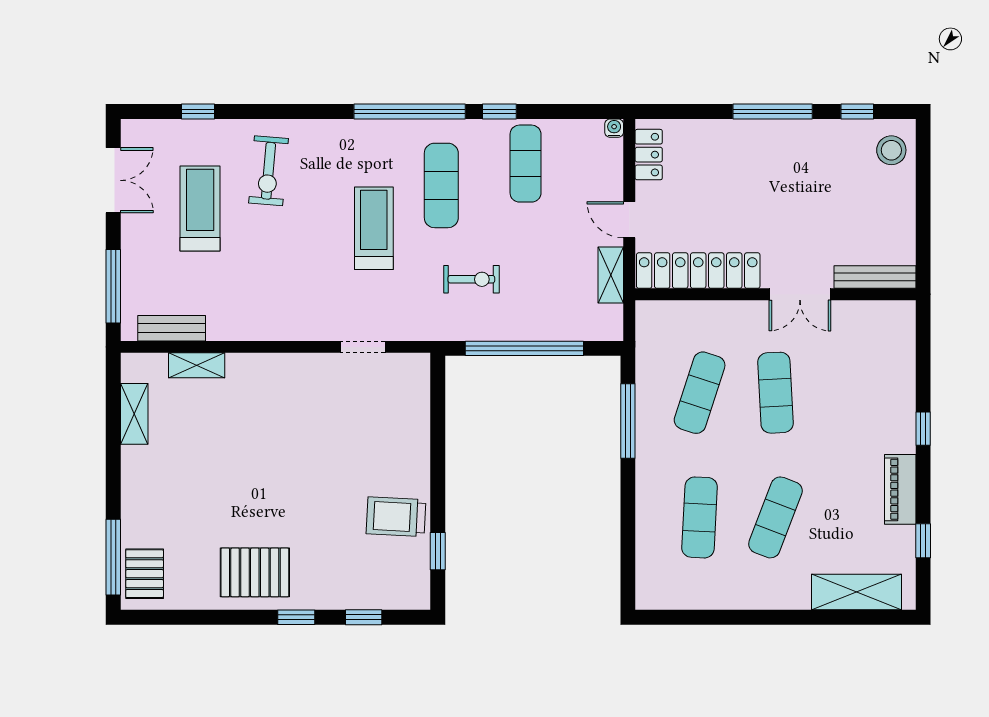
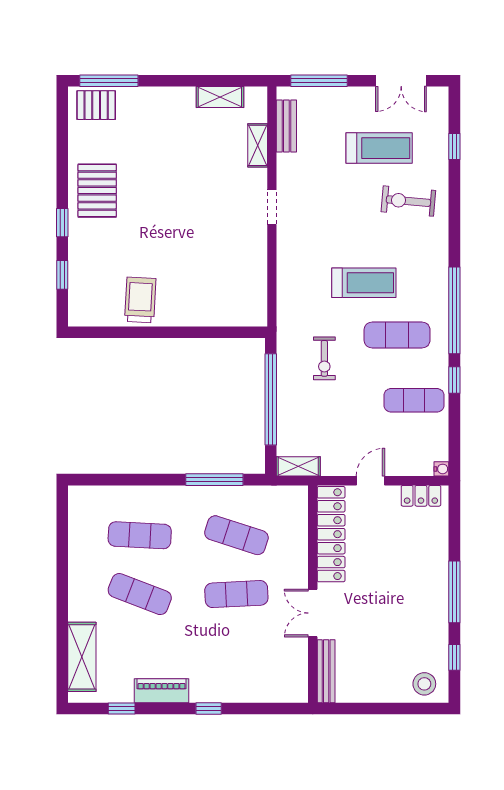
shelving: (611, 275) -> (298, 466), moved
doorway: (363, 347) -> (272, 207), moved
window: (438, 551) -> (114, 332), removed

